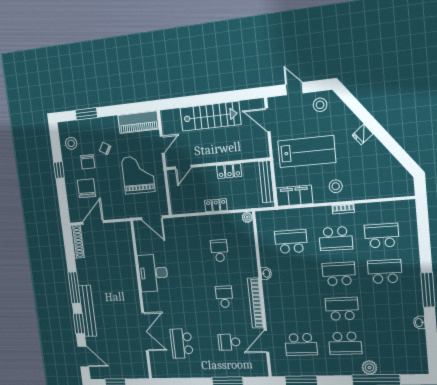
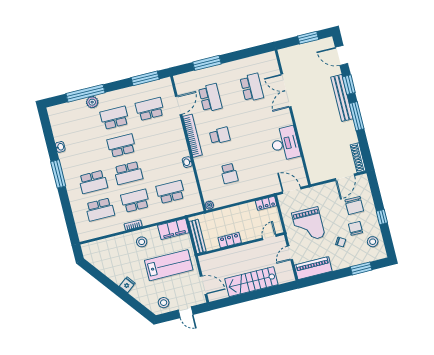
lab bench: (307, 152) -> (169, 265), turned 180
locker: (216, 205) -> (266, 203), moved
school desk: (291, 242) -> (170, 192), turned 180
school desk: (224, 297) -> (220, 136), turned -90
school desk: (342, 309) -> (121, 145), turned 180
school desk: (229, 342) -> (210, 98), width x1.85

